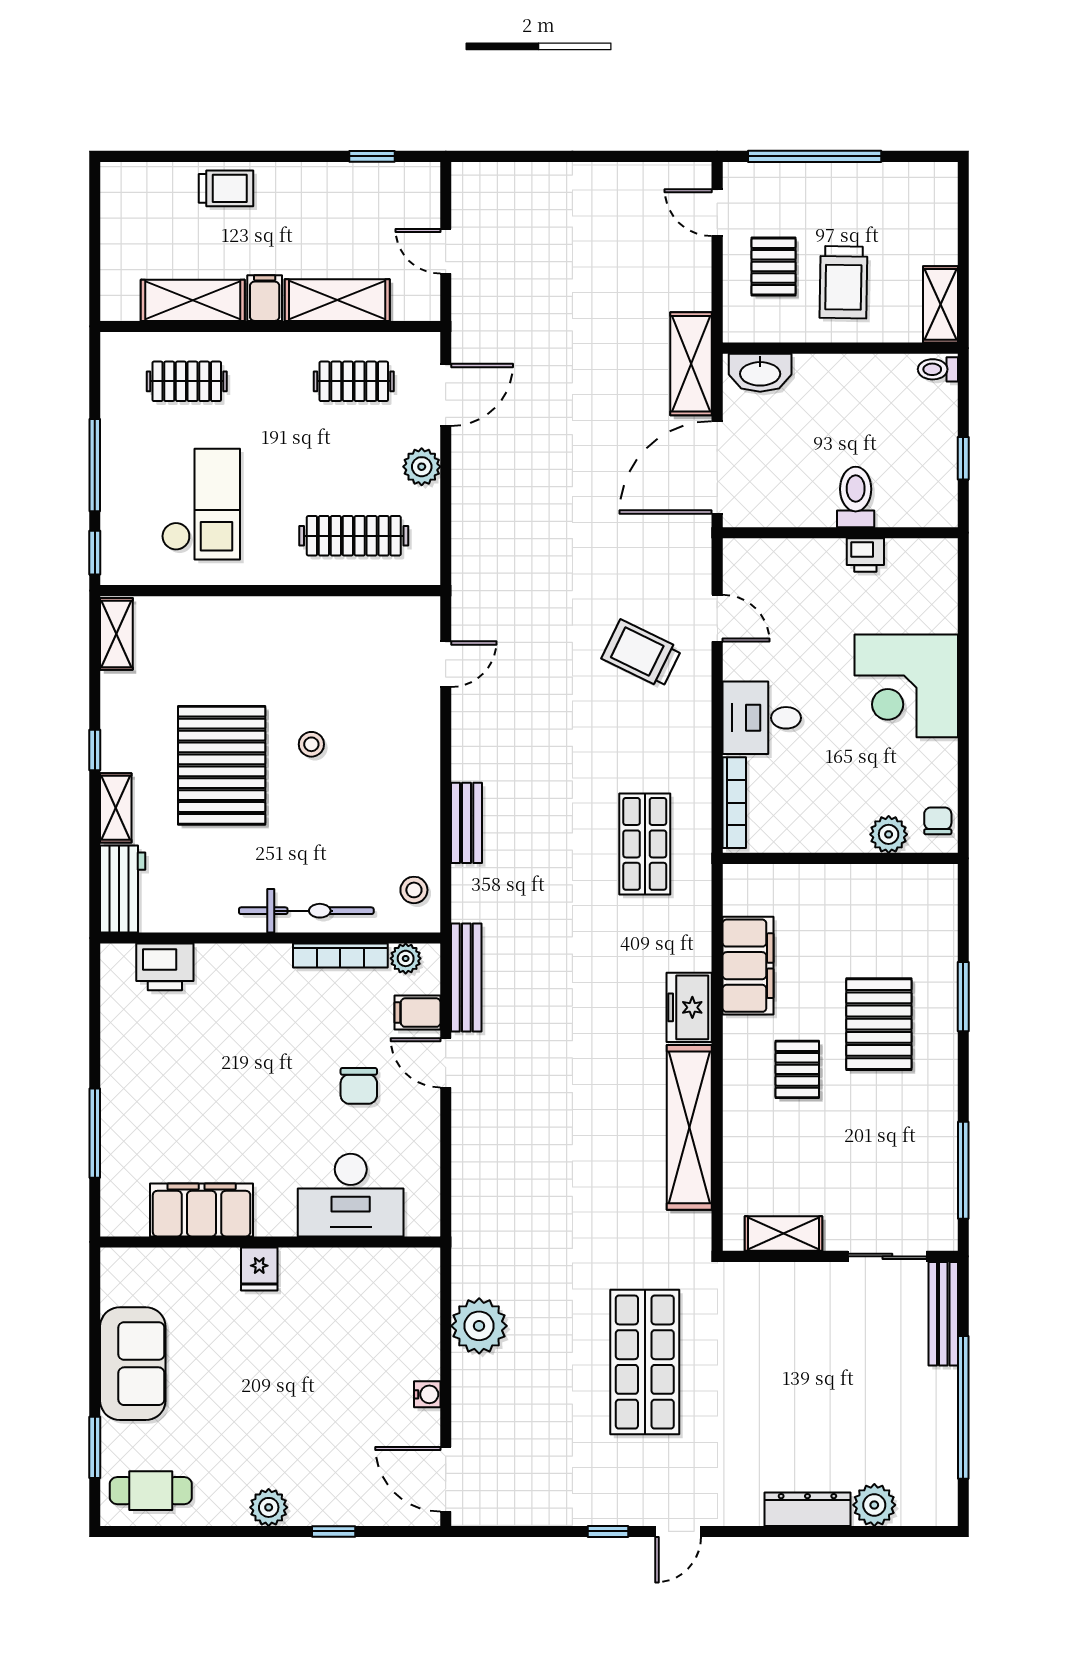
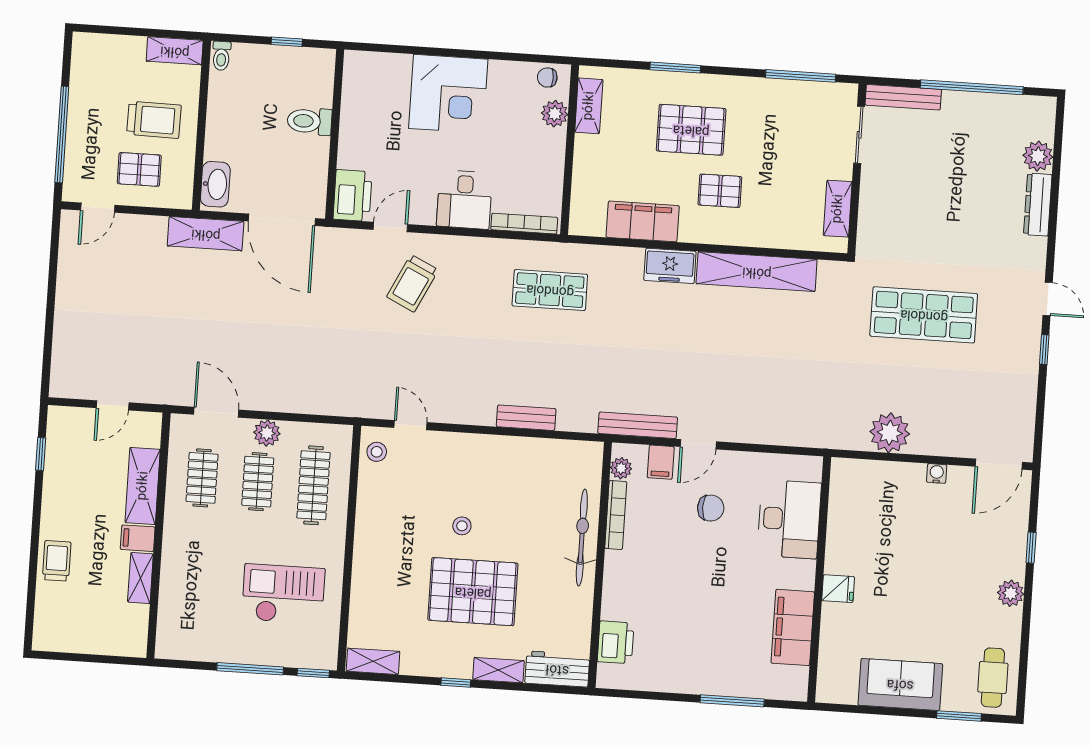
shelving: (193, 300) -> (140, 578), width x0.67, depth x0.75
clothes rail: (187, 381) -> (258, 482), moved
printer: (865, 555) -> (353, 195), moved, width x1.87, depth x1.48
shelving: (903, 881) -> (589, 106), added
stool: (414, 890) -> (377, 452), moved

